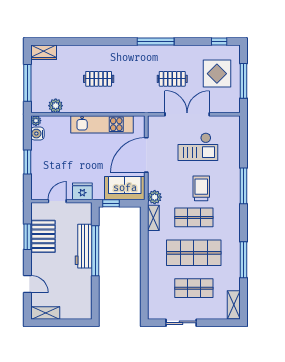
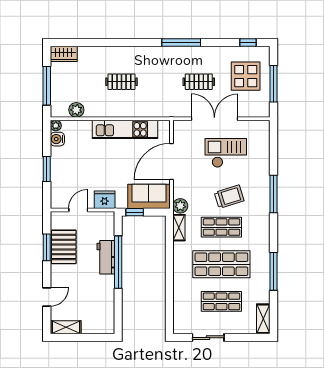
checkout: (198, 147) -> (226, 153), turned 180
trolley: (201, 188) -> (229, 197), turned 73
workbench: (84, 246) -> (106, 257), width x0.73
door: (27, 284) -> (47, 297), hinge flipped

